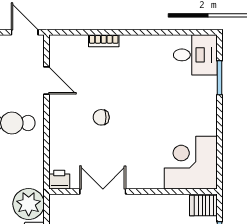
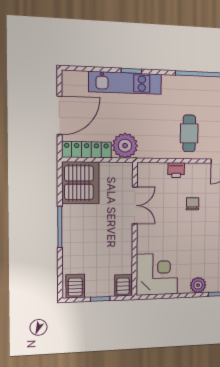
plant: (207, 109) -> (198, 285), added
printer: (59, 180) -> (176, 170), moved, turned 90

